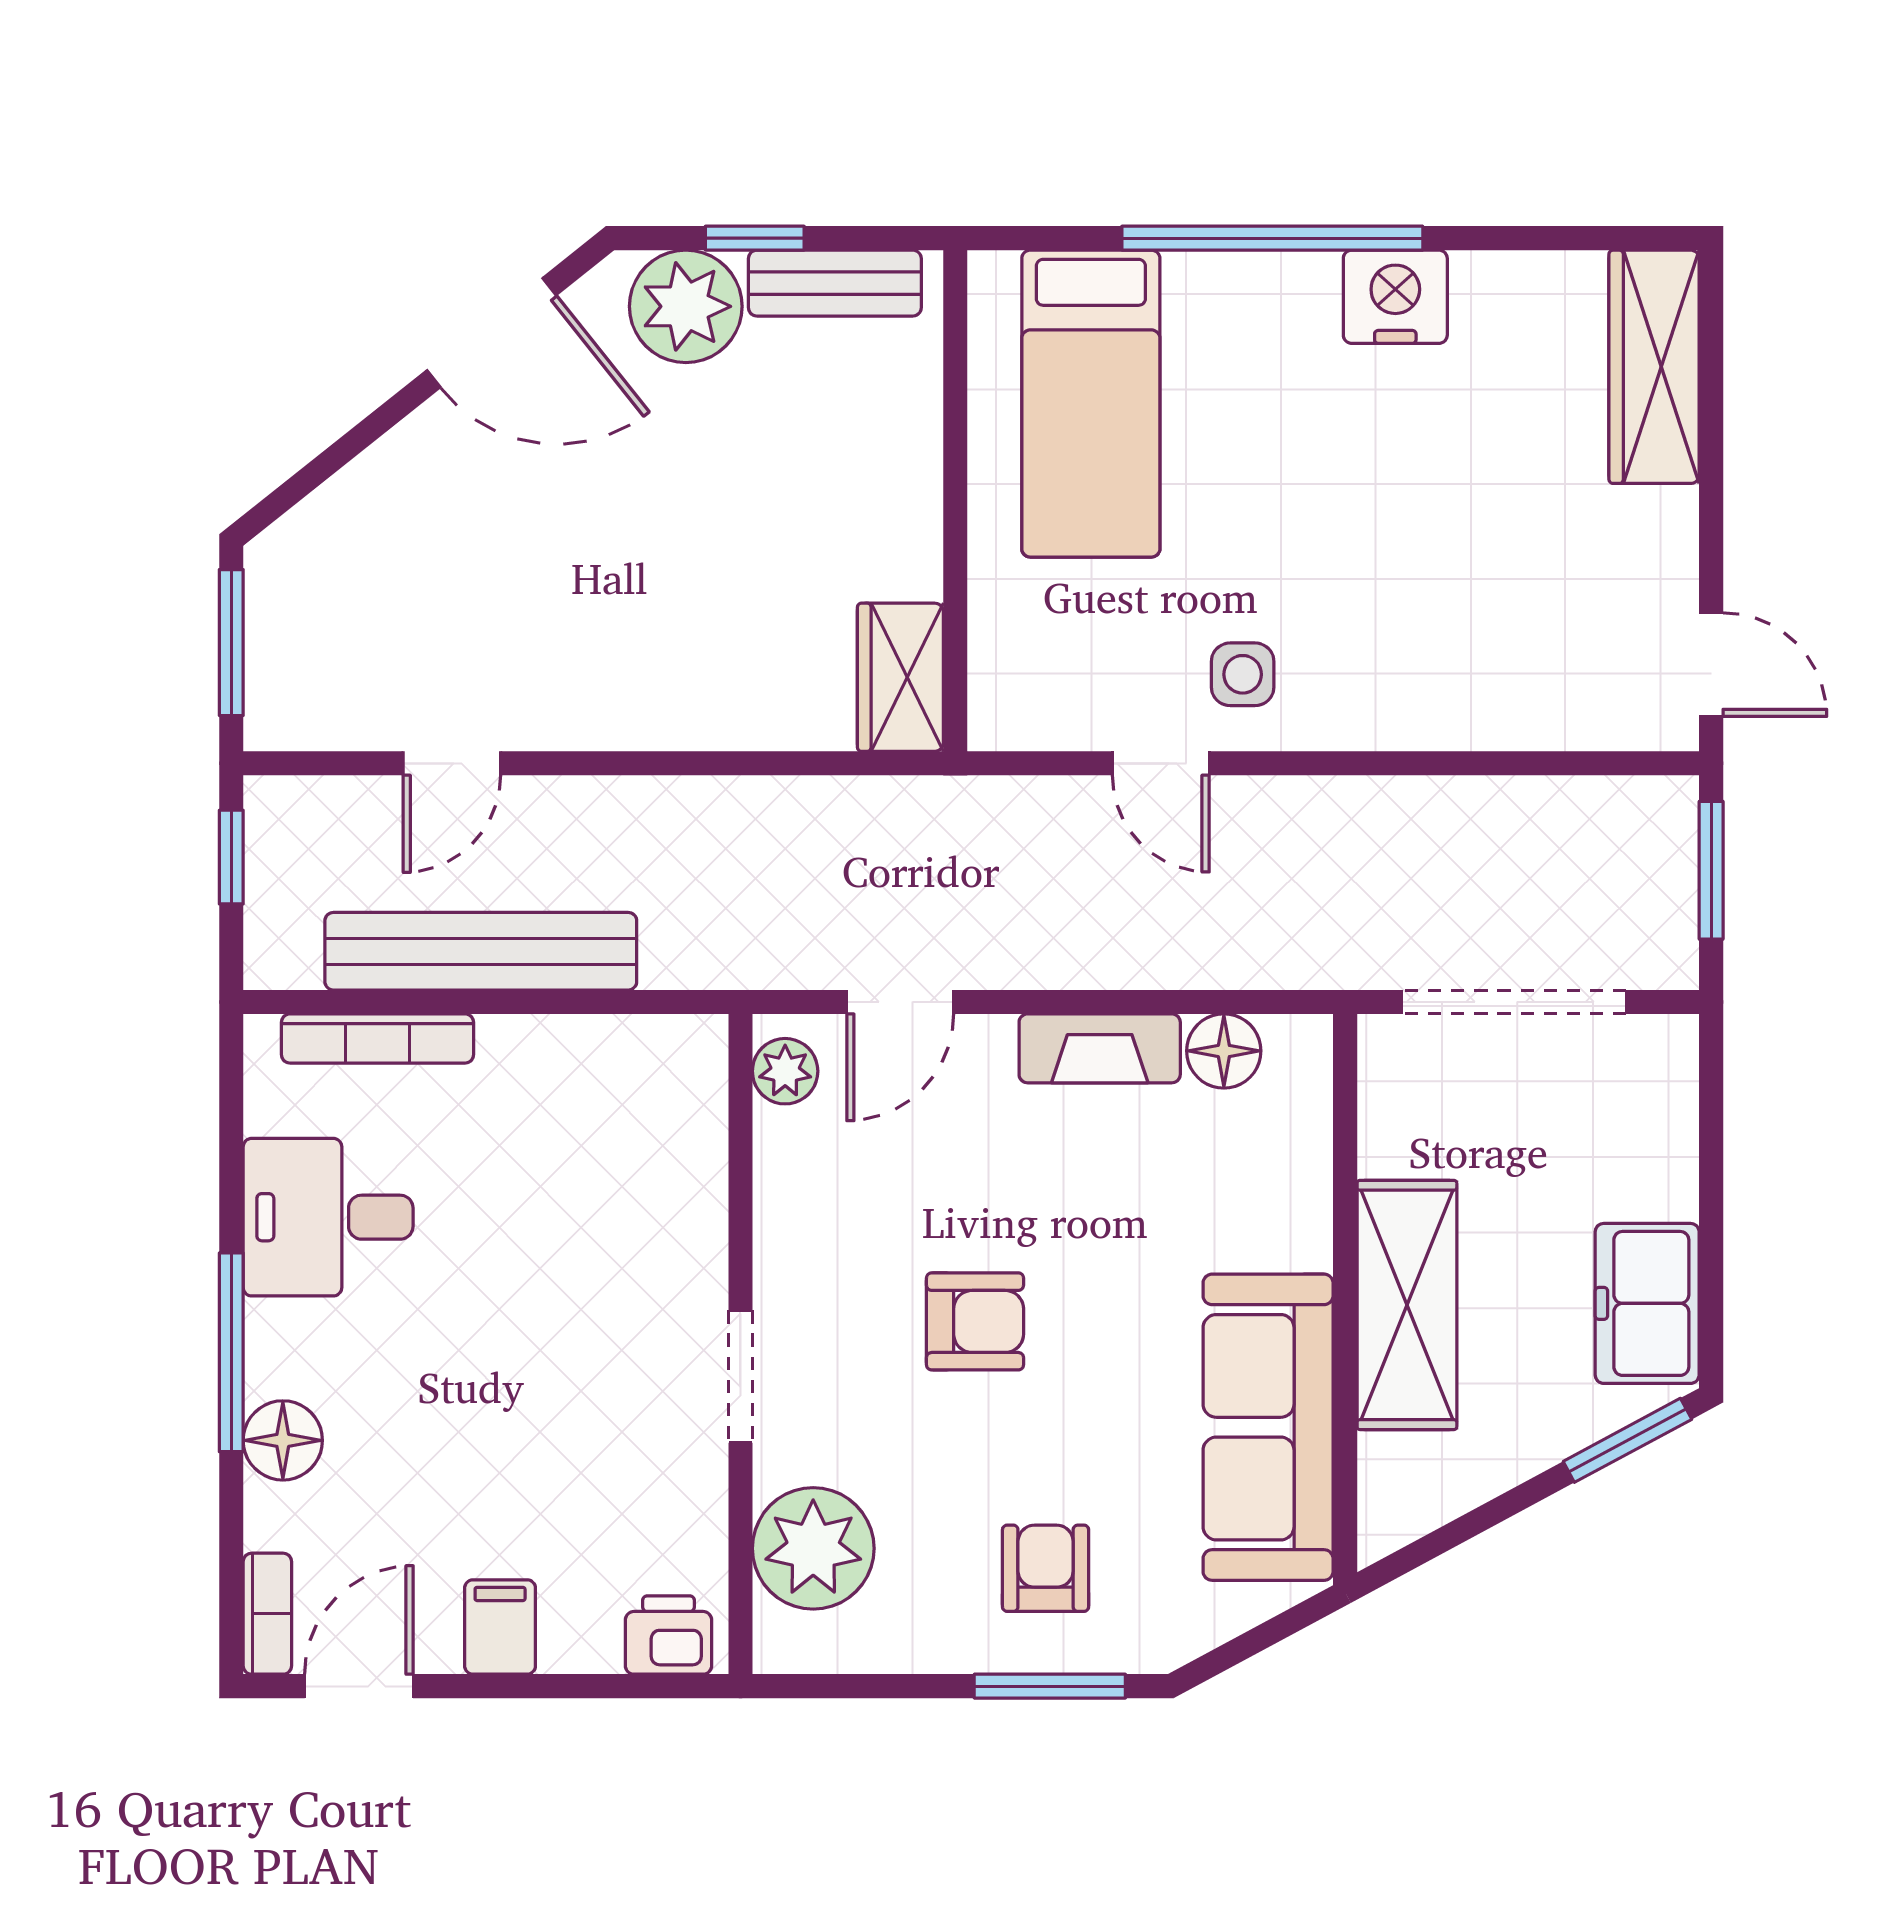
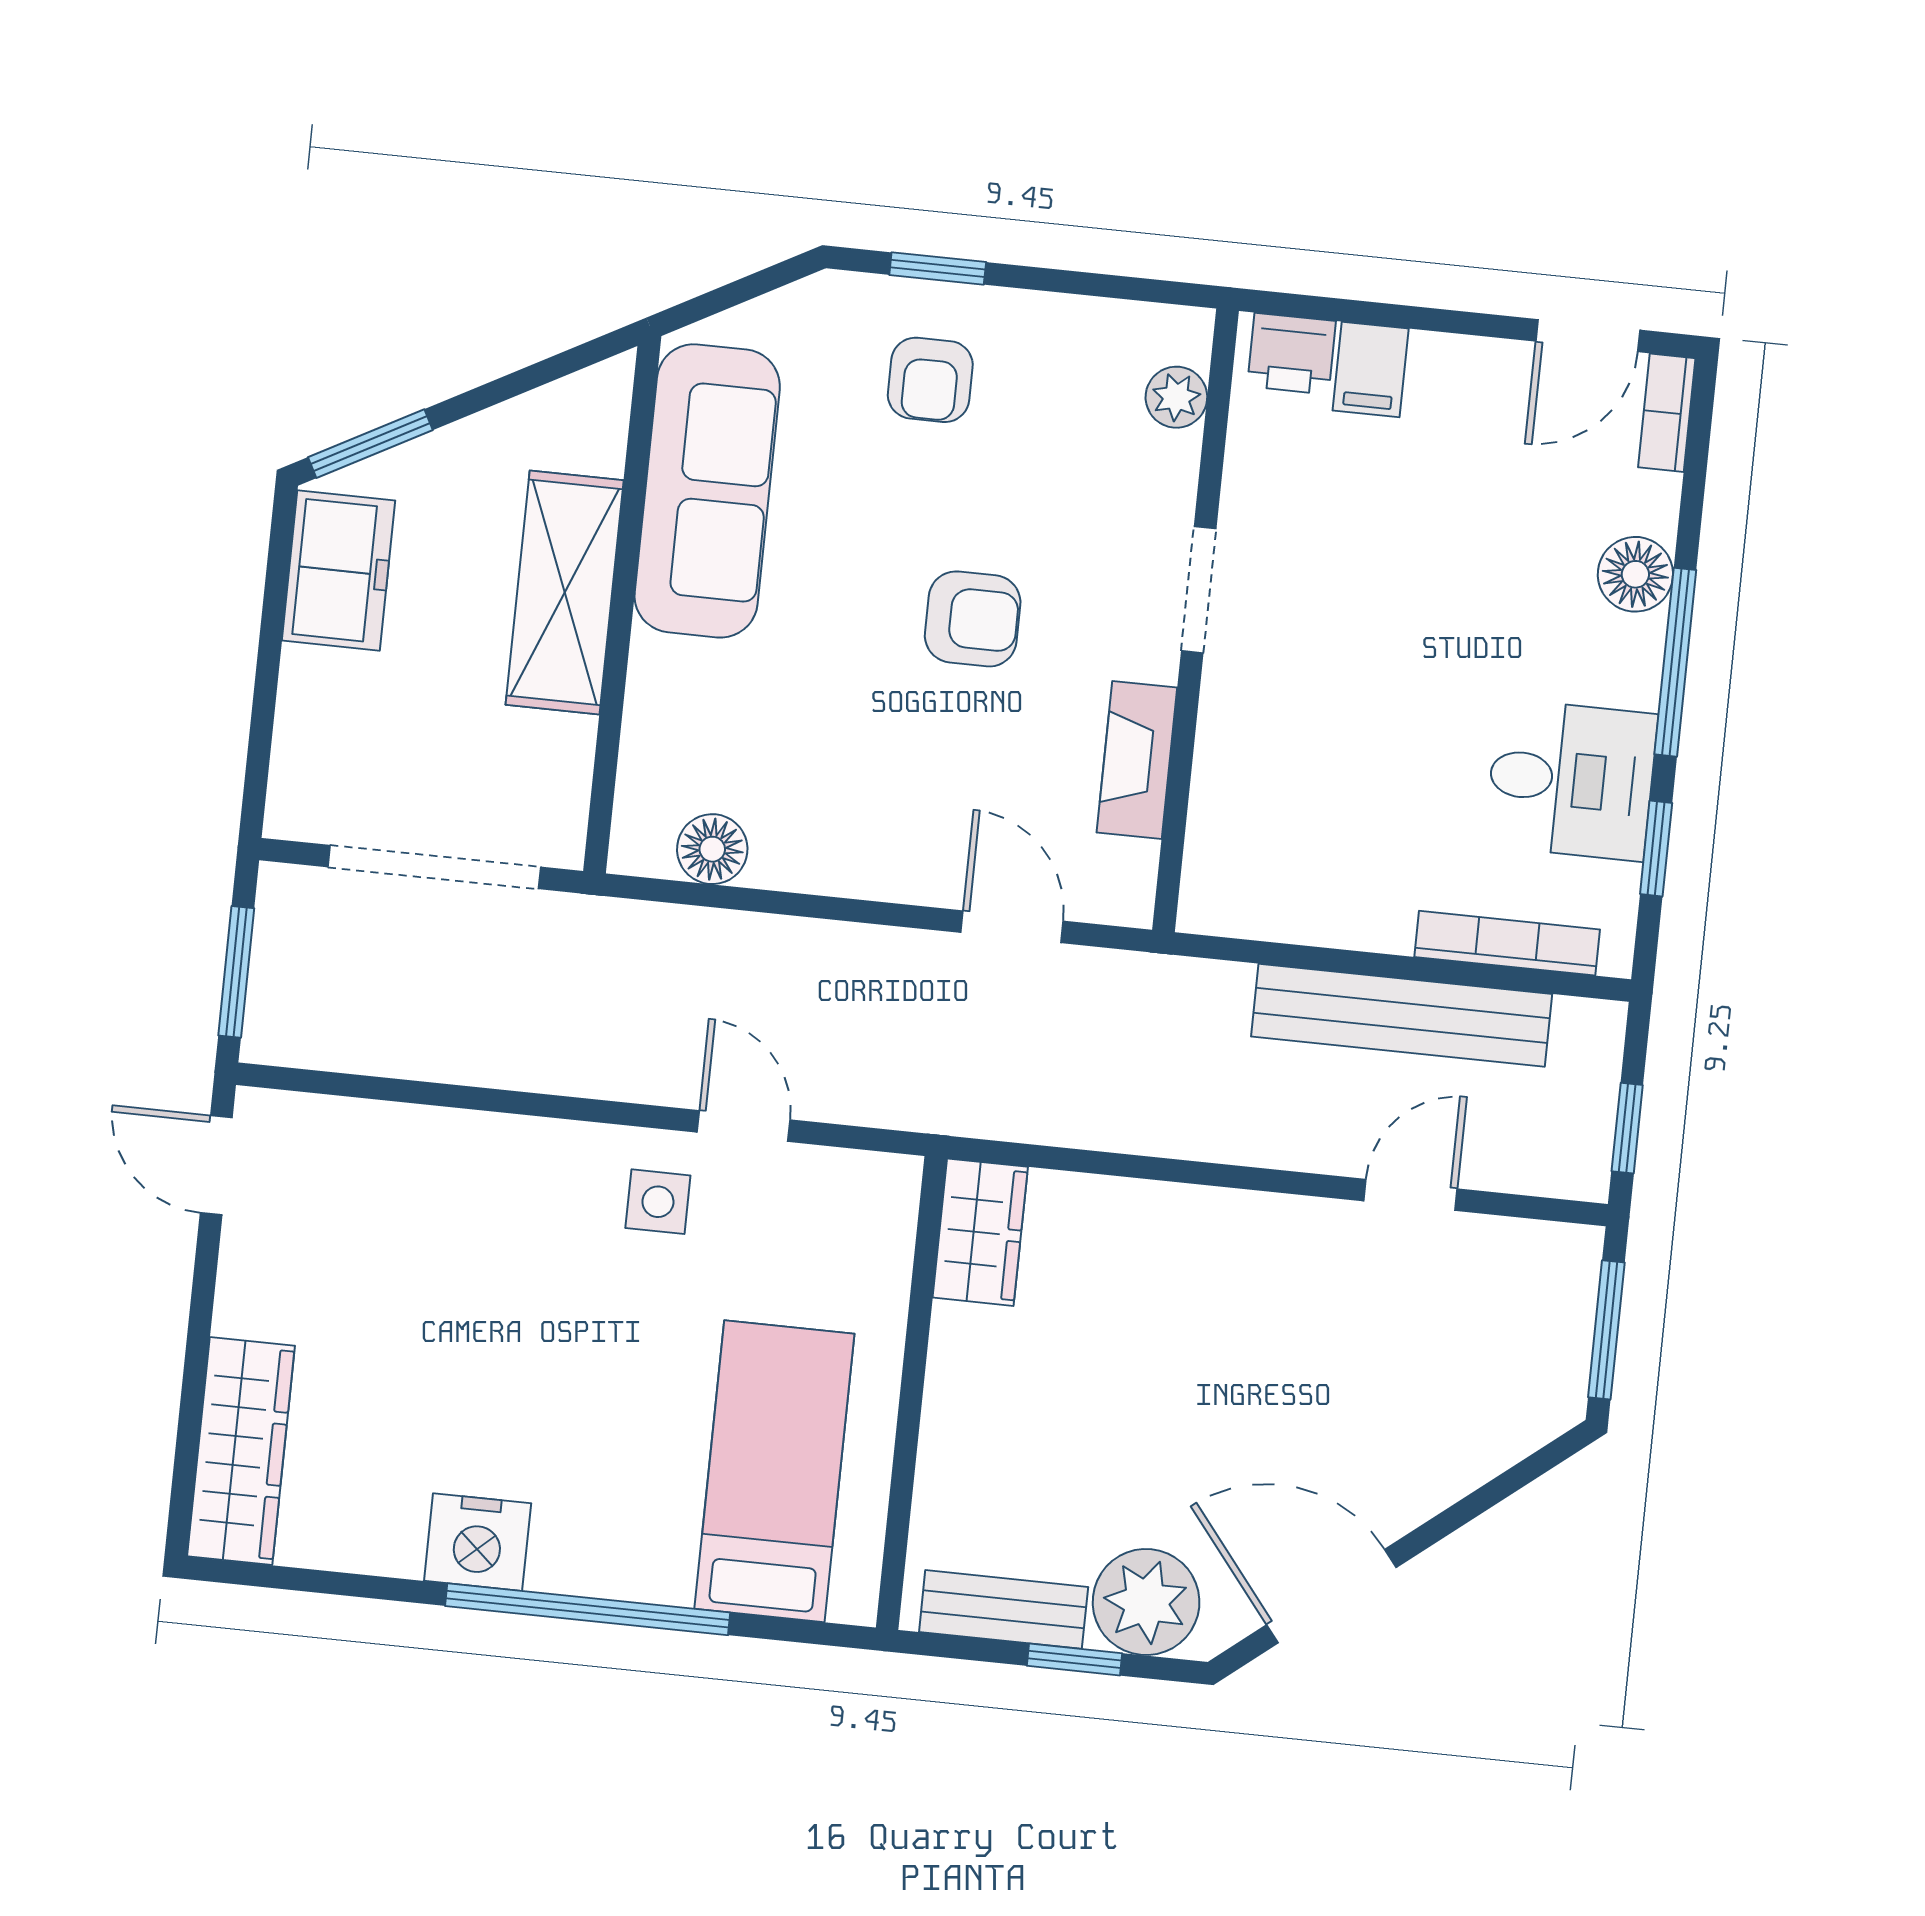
door: (900, 1002) -> (1012, 927), hinge flipped
fireplace: (1100, 1048) -> (1137, 760), moved, turned -90
plant: (785, 1071) -> (1127, 873), removed
window: (231, 1154) -> (1656, 849), added
armchair: (975, 1321) -> (973, 619), turned 180
plant: (813, 1548) -> (1176, 397), width x0.53, depth x0.53
filing cabinet: (500, 1627) -> (1371, 369), moved
window: (1050, 1686) -> (938, 268), width x0.67

